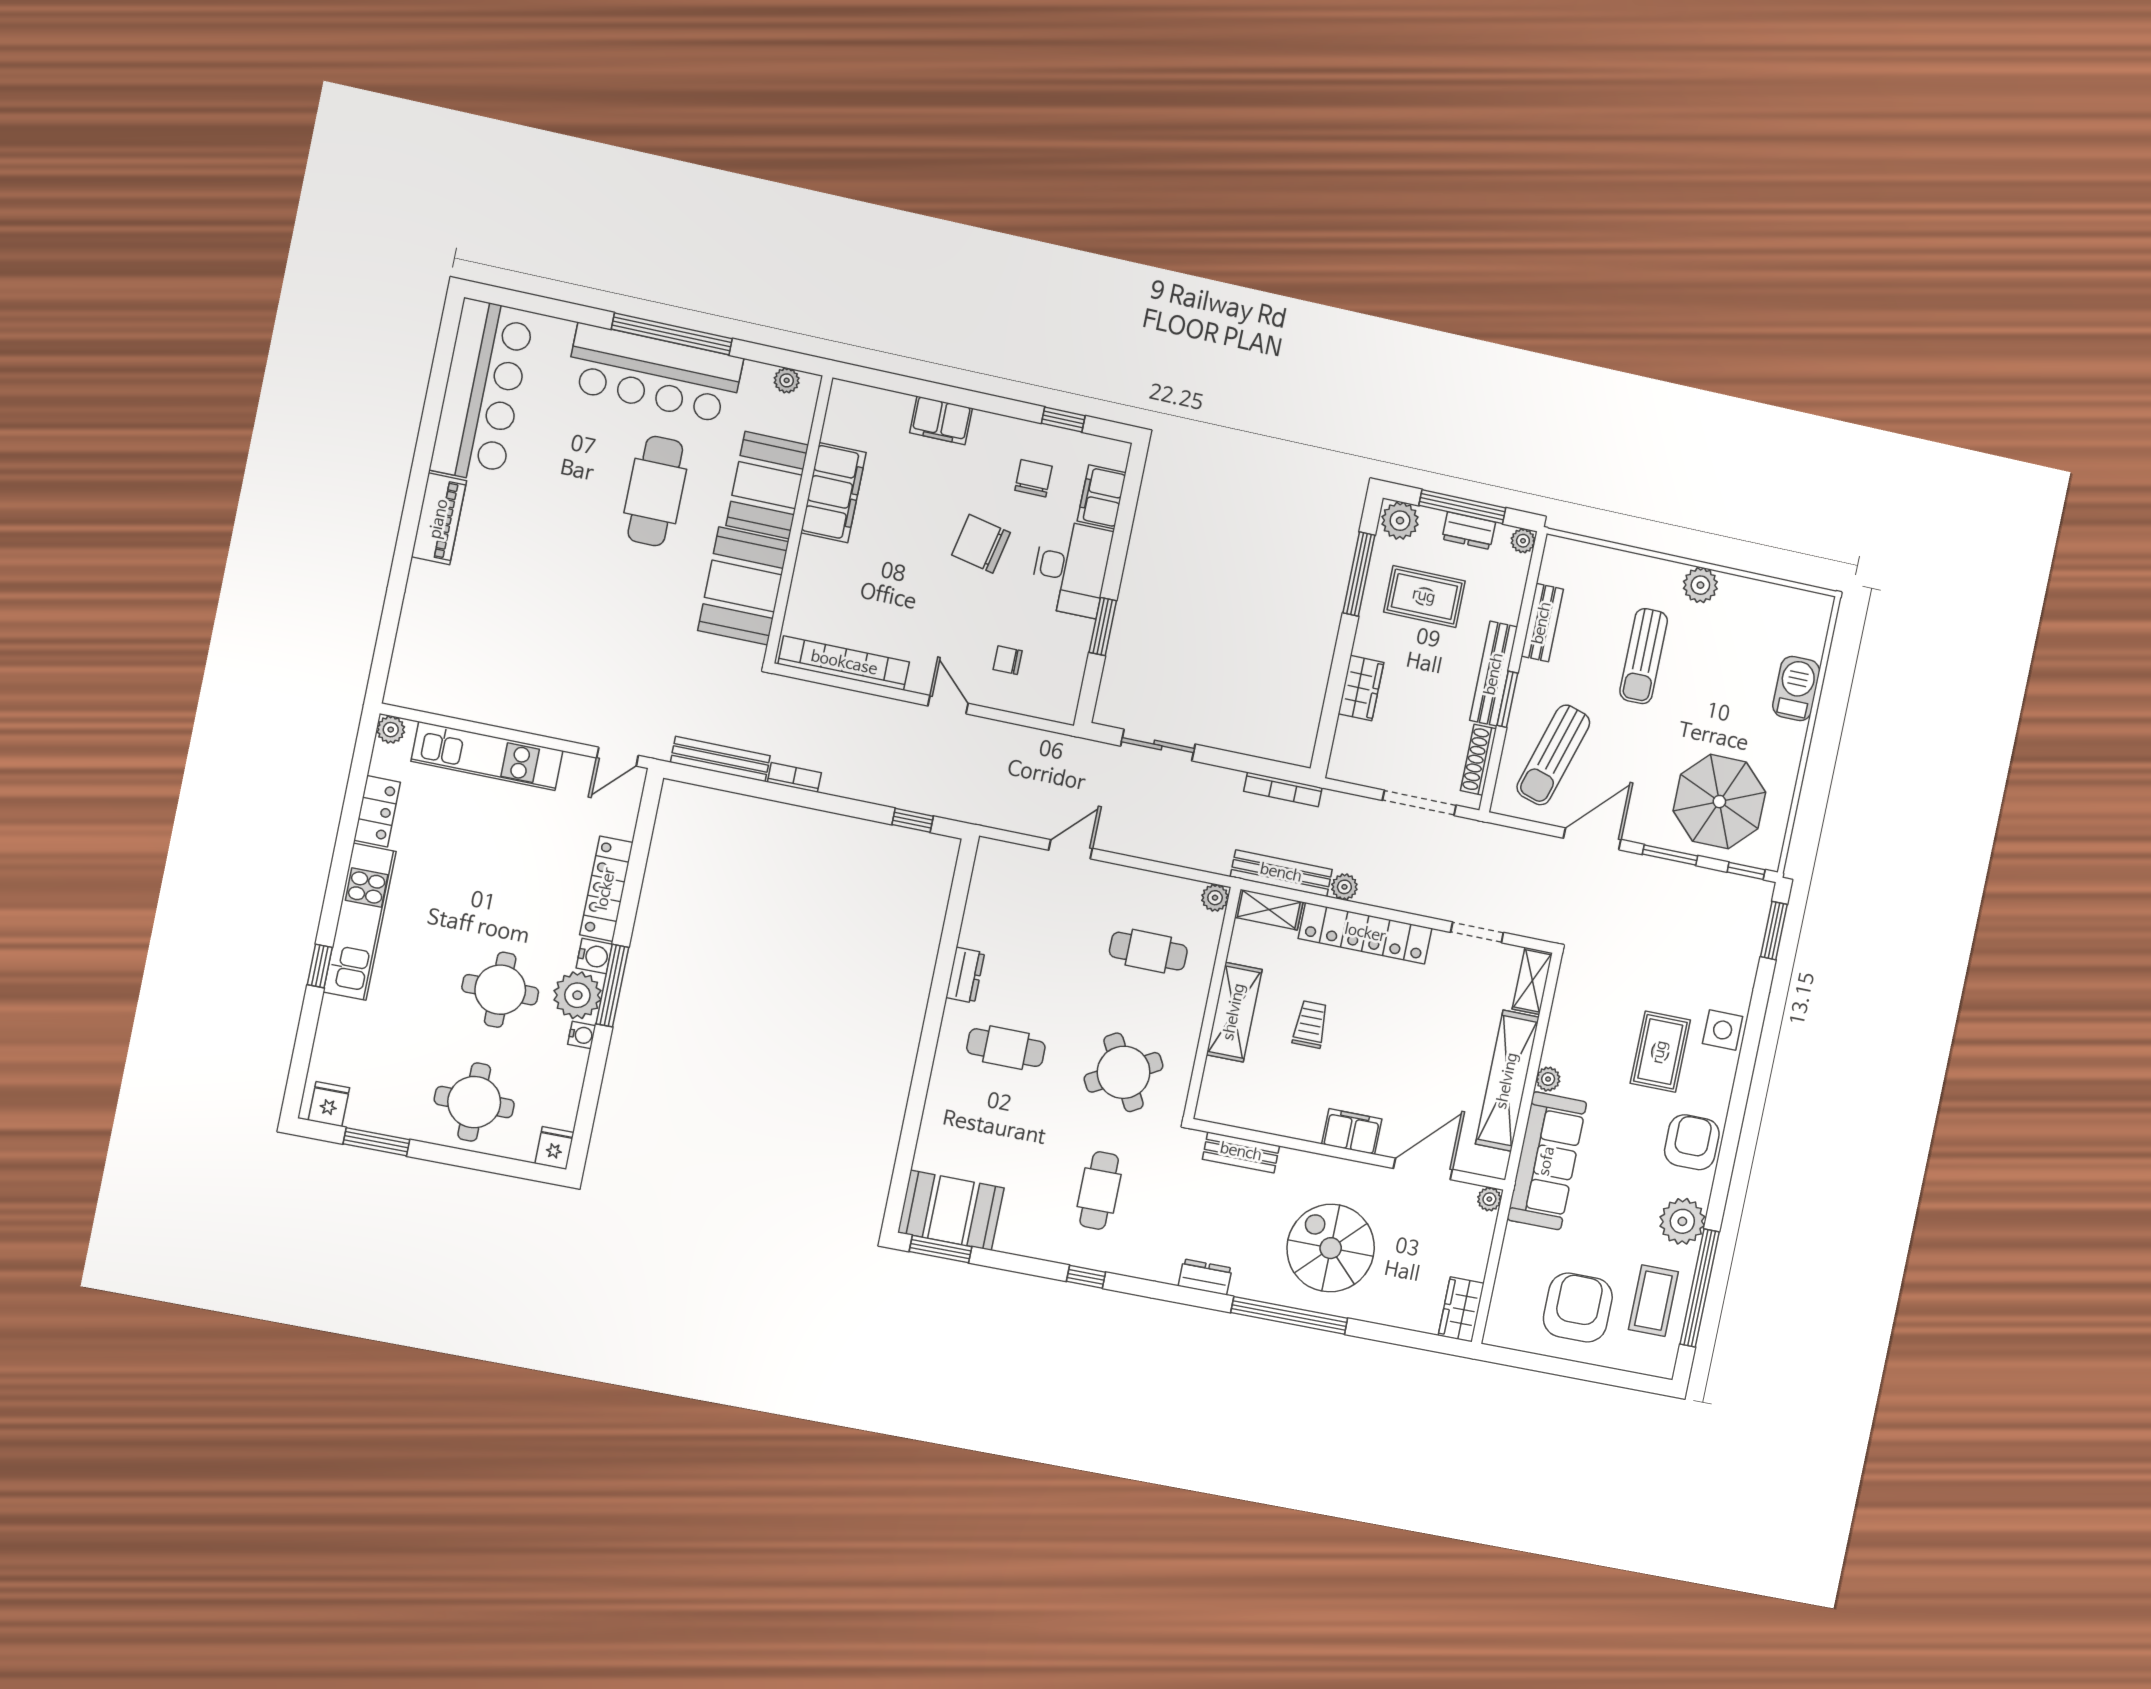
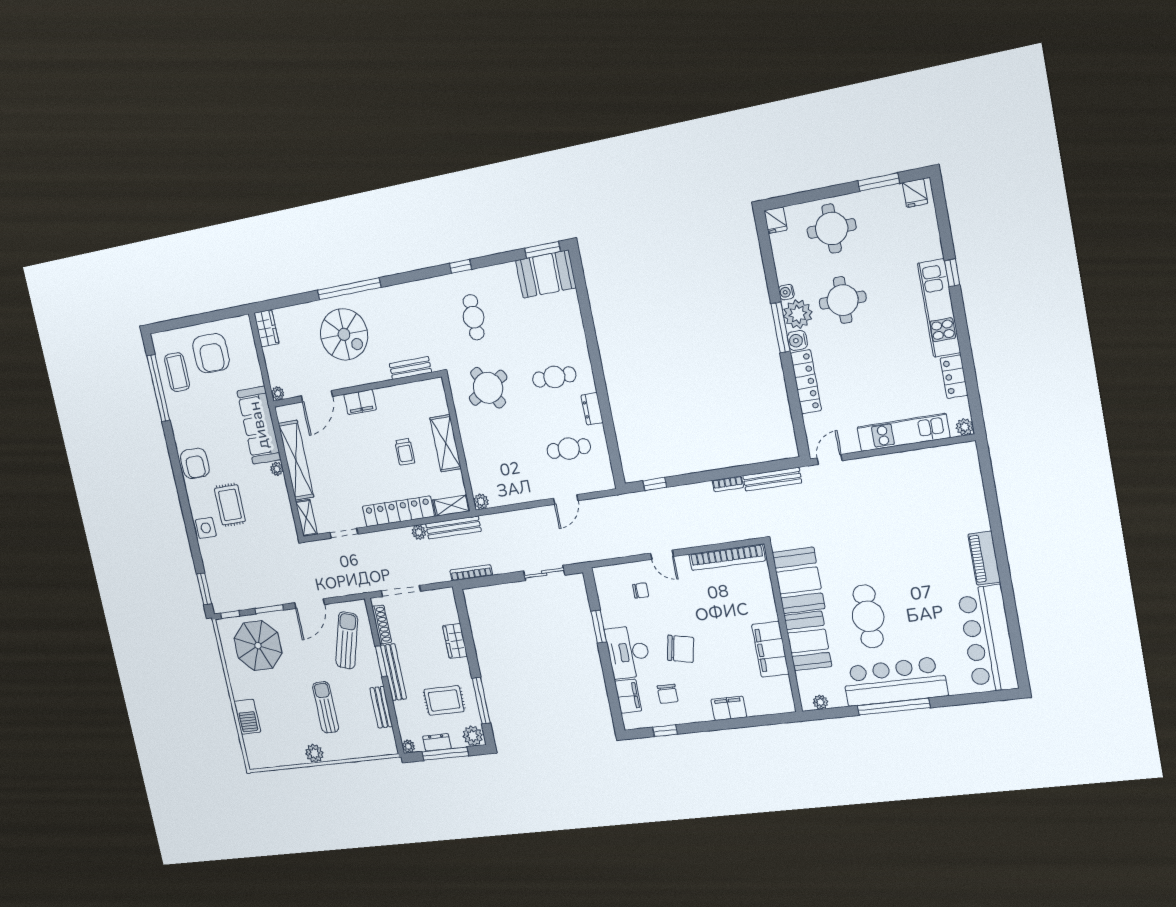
cafe table: (1148, 951) -> (569, 449), moved
plant: (1682, 1221) -> (181, 420), removed
dresser: (1205, 1277) -> (400, 292), removed

